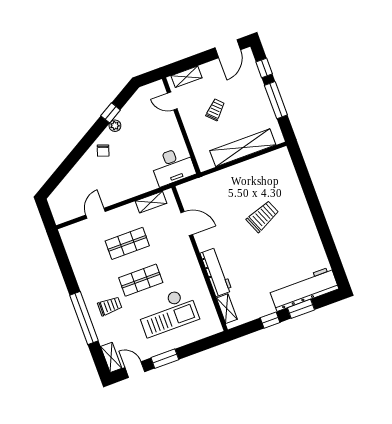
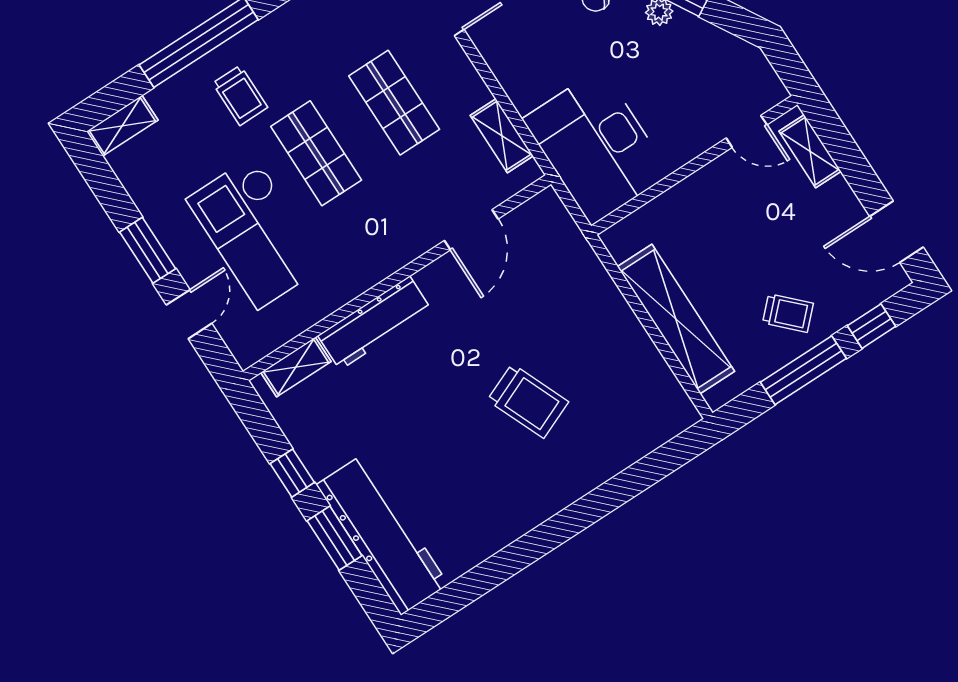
door: (172, 101) -> (747, 131), swing flipped
trolley: (215, 110) -> (788, 313), moved
desk: (173, 166) -> (596, 147), width x1.36, depth x1.30
door: (135, 370) -> (189, 314), moved

